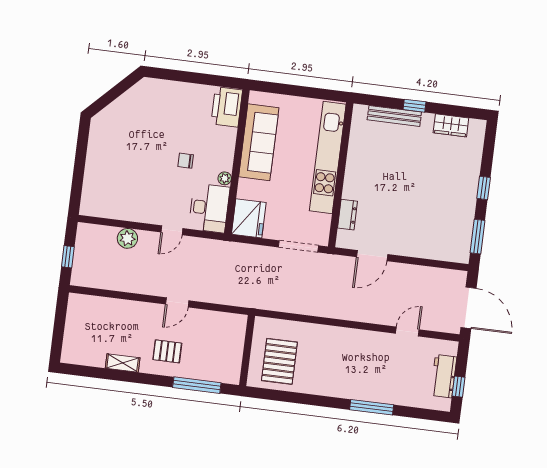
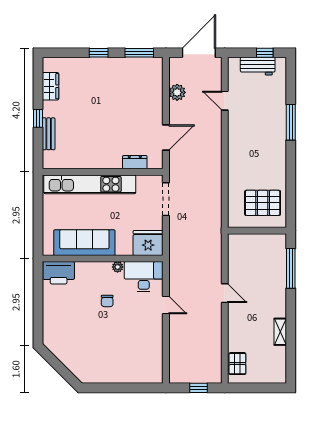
bench: (394, 116) -> (49, 134), width x0.73
plant: (127, 238) -> (177, 92), moved
door: (372, 256) -> (166, 138), hinge flipped
pallet: (167, 351) -> (237, 364), moved

